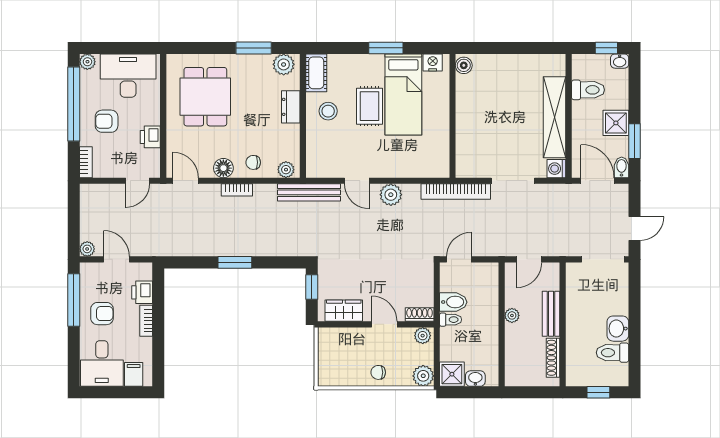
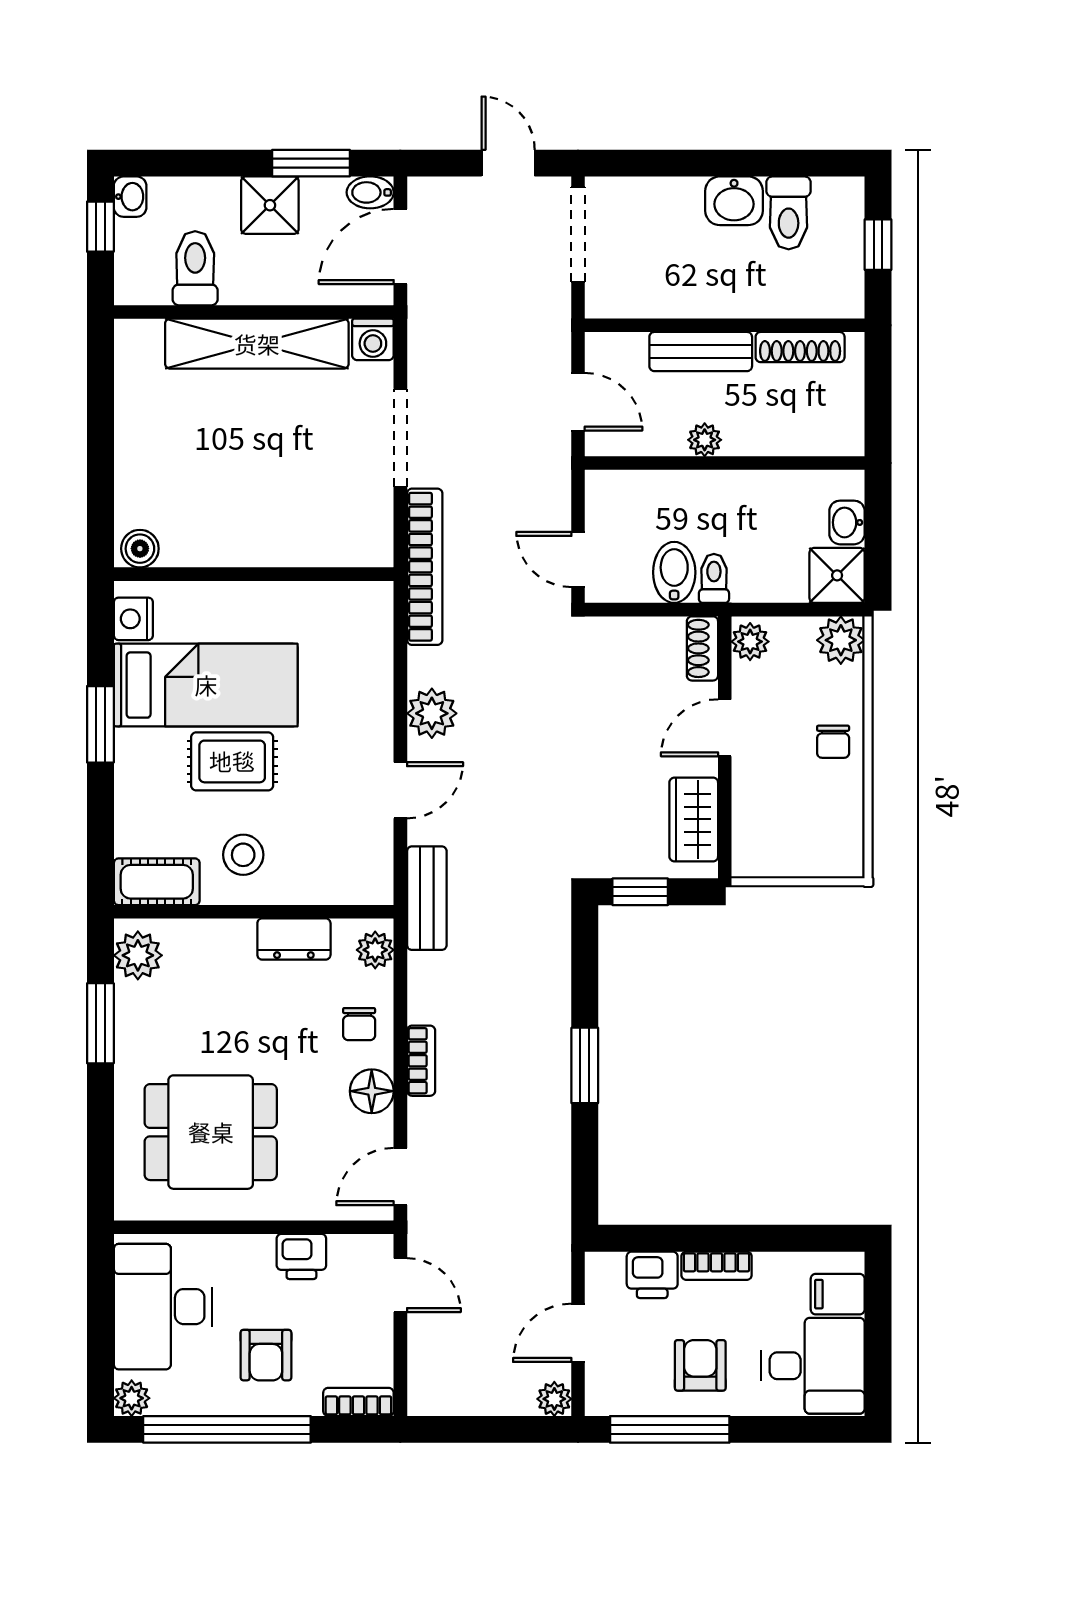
dresser: (291, 107) -> (294, 939), moved
bench: (309, 192) -> (427, 898), width x0.73

